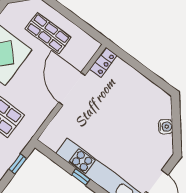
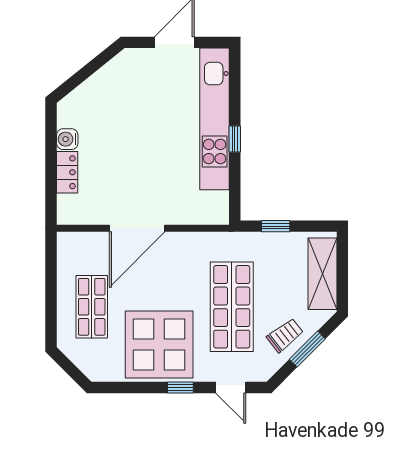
locker: (103, 62) -> (67, 172), moved, turned 90
water cooler: (166, 127) -> (67, 139), moved, turned -51

